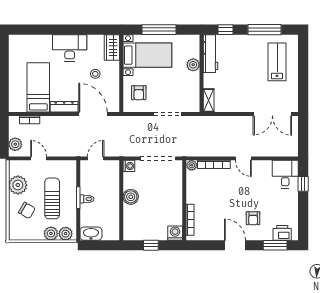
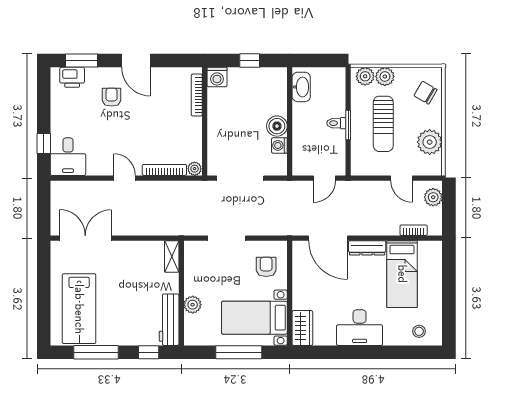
lab bench: (277, 62) -> (79, 309), width x1.36, depth x1.39
stool: (95, 74) -> (419, 331), moved
washing machine: (129, 166) -> (279, 145), moved
chair: (27, 210) -> (426, 93), moved
washbasin: (91, 234) -> (301, 87), moved, turned -90

